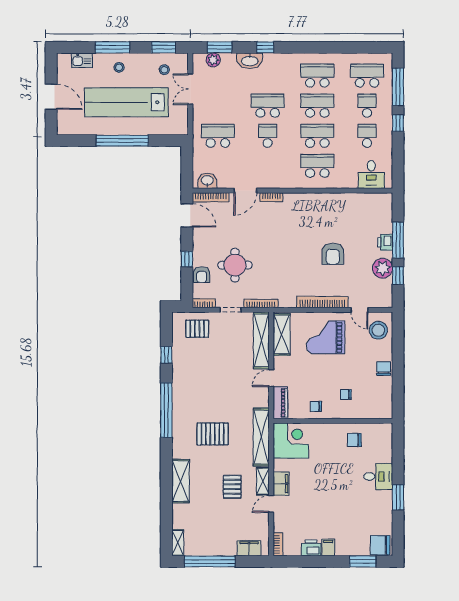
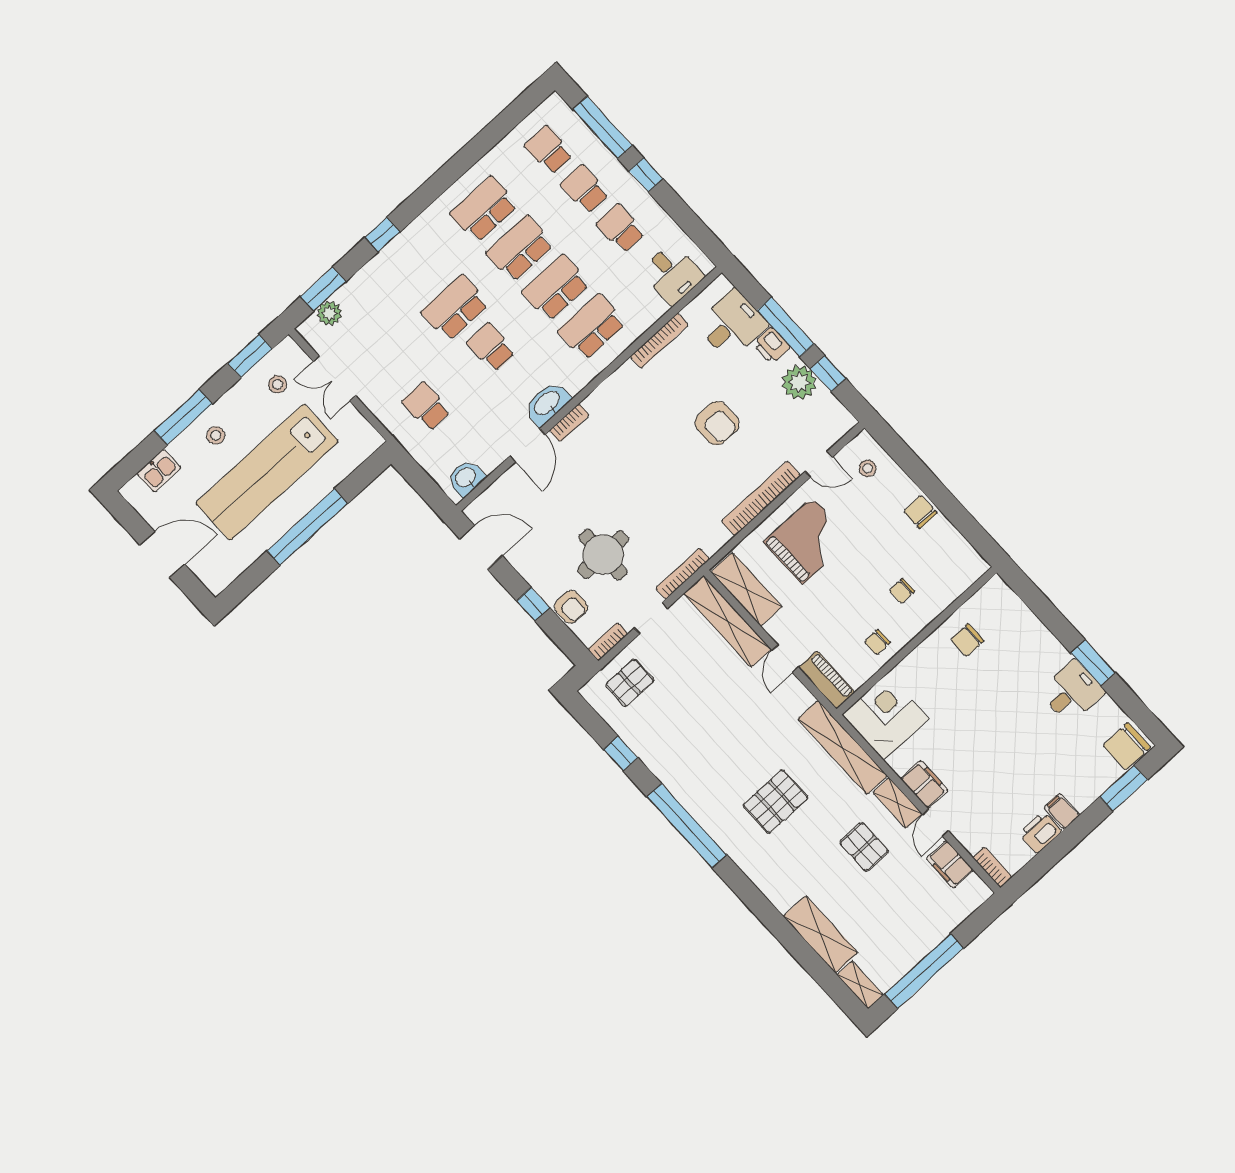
washbasin: (250, 61) -> (547, 404), moved, turned 180
school desk: (367, 76) -> (549, 150), width x0.54
school desk: (218, 136) -> (426, 406), width x0.54
bookcase: (211, 197) -> (659, 341), moved
desk: (377, 218) -> (732, 325), added
stool: (378, 330) -> (868, 468), width x0.53, depth x0.53
grand piano: (326, 337) -> (807, 541), turned 180
desk: (378, 476) -> (1072, 692), moved
shelving: (181, 481) -> (820, 934), moved
filing cabinet: (249, 548) -> (950, 864), moved, turned -90

